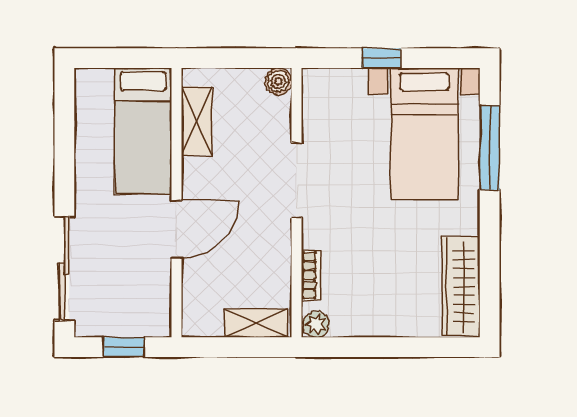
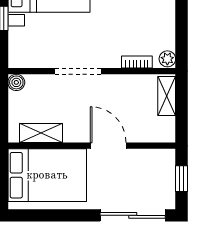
bed: (143, 131) -> (47, 175), width x1.50

